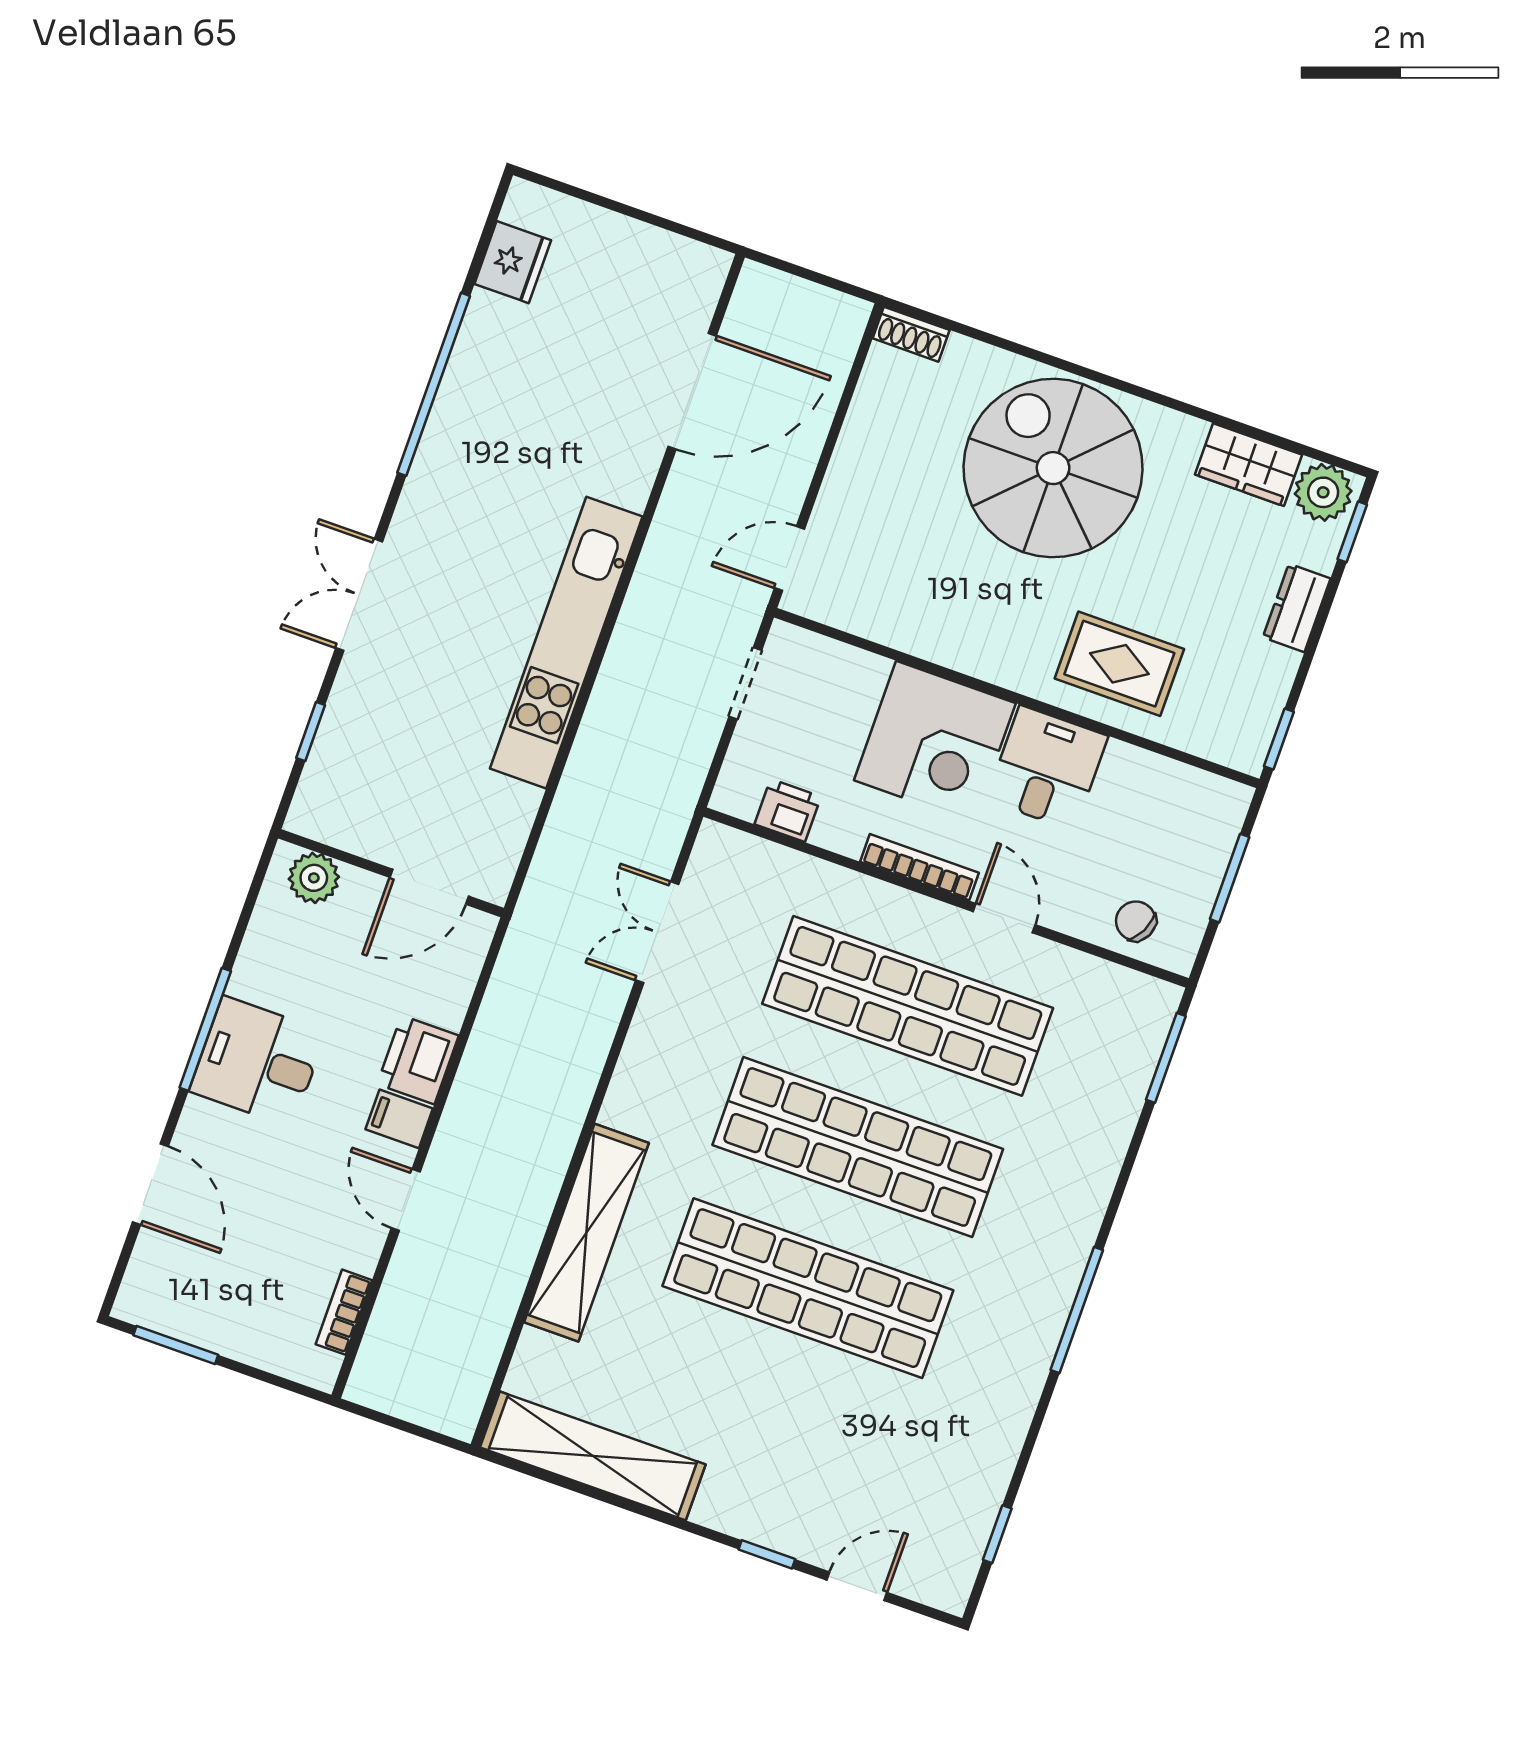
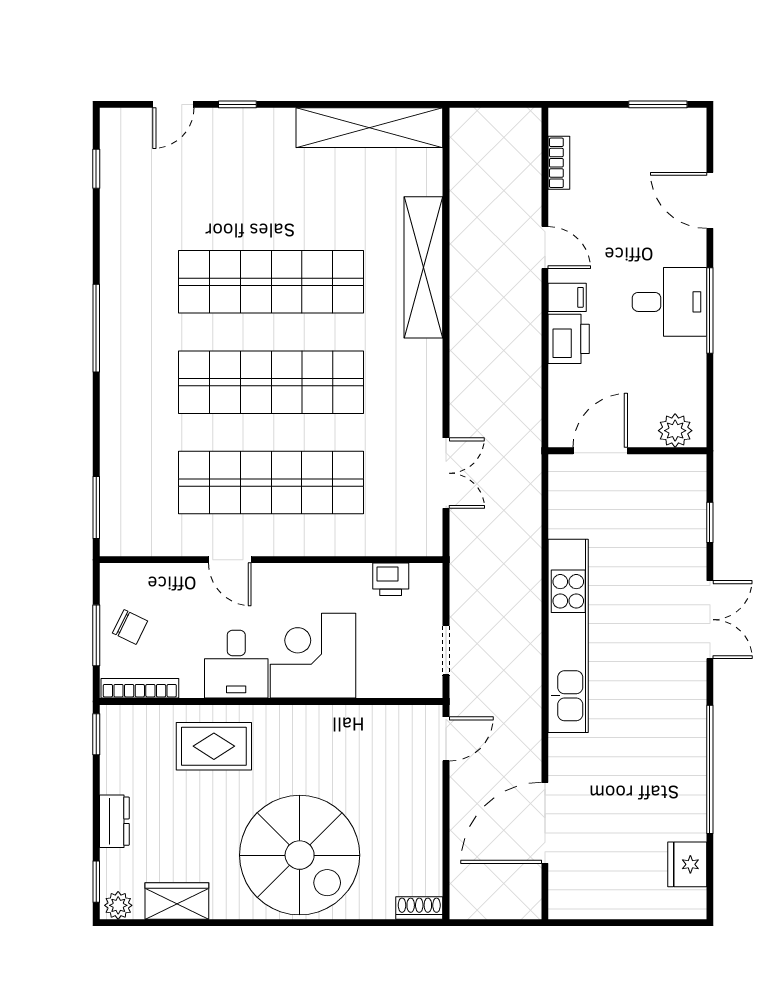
plant: (1323, 492) -> (118, 905), width x0.73, depth x0.73
bookcase: (920, 867) -> (140, 688), moved, turned 180
chair: (1136, 921) -> (130, 627), moved

